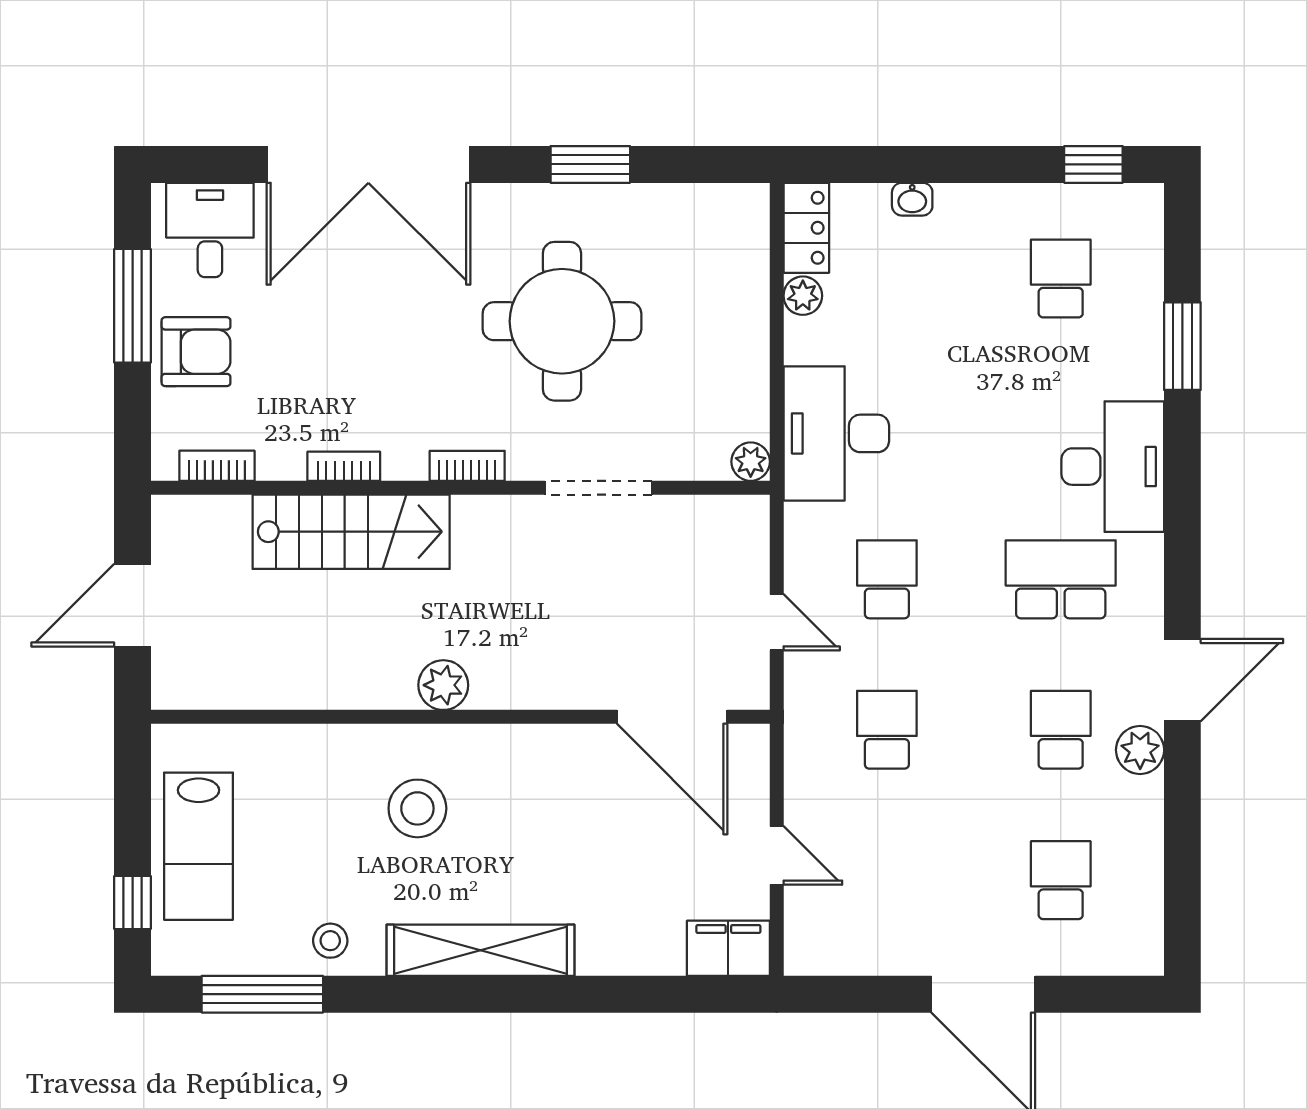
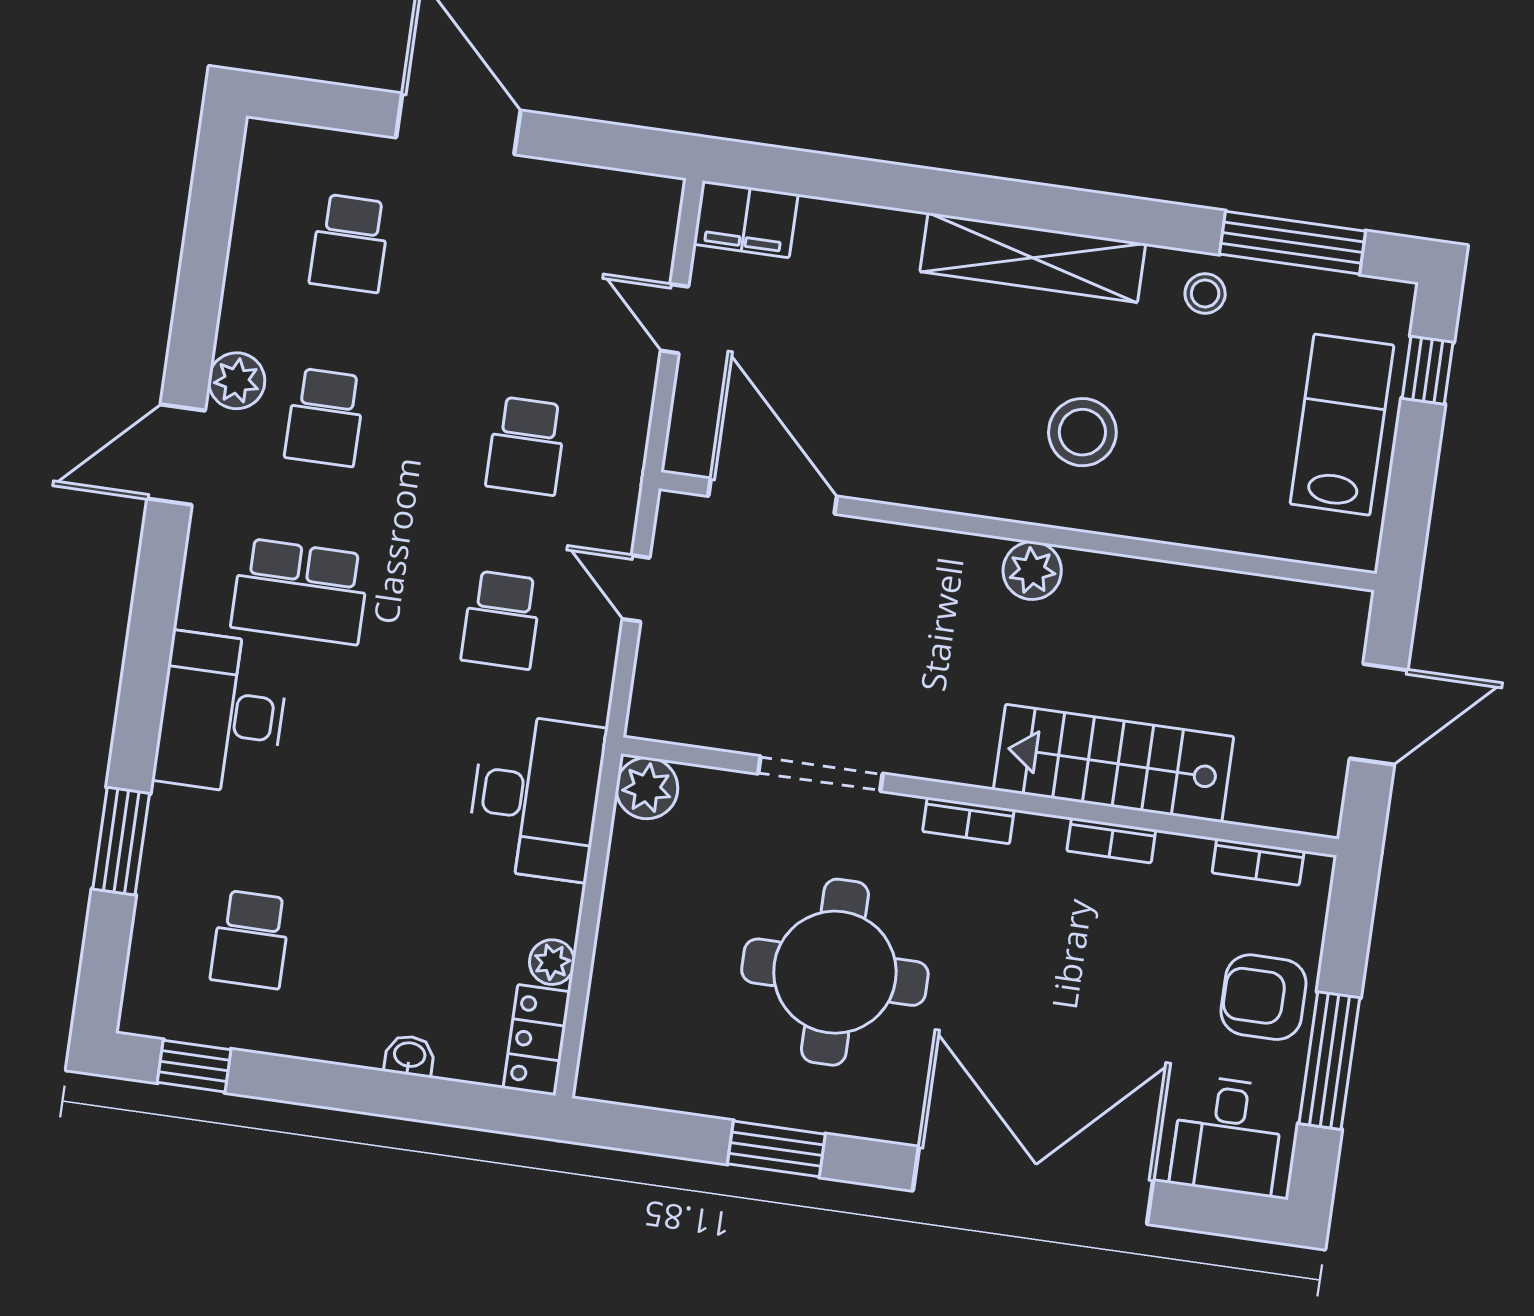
plant: (751, 462) -> (647, 788), width x1.38, depth x1.38

